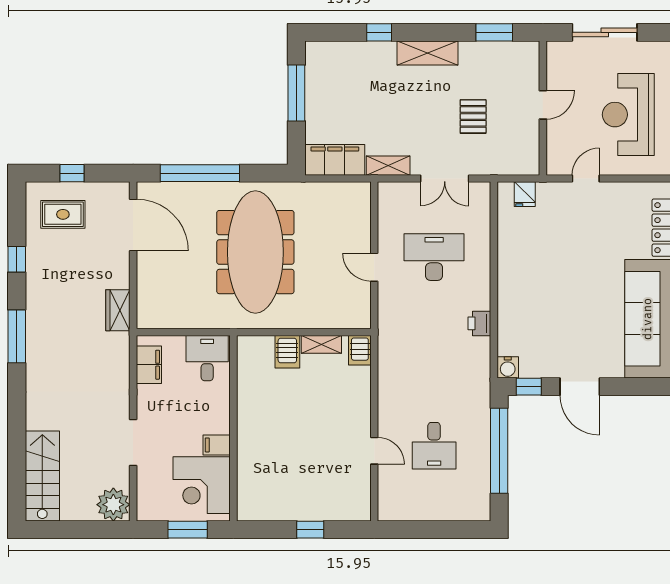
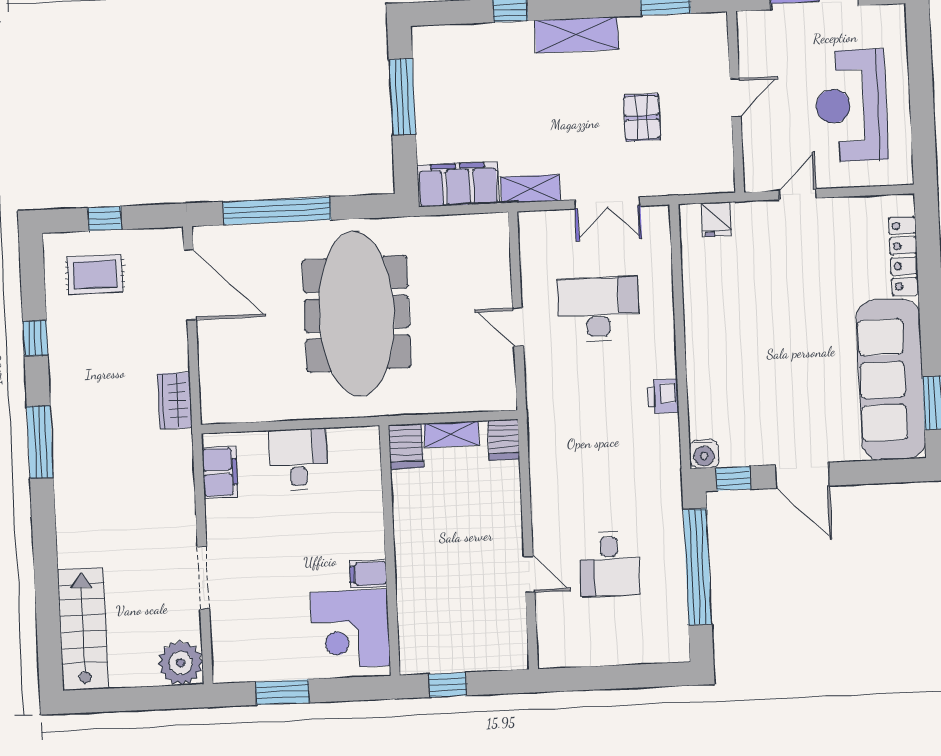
wall: (233, 428) -> (390, 550), moved
filing cabinet: (217, 445) -> (368, 574), moved
corner desk: (202, 485) -> (350, 629), moved

